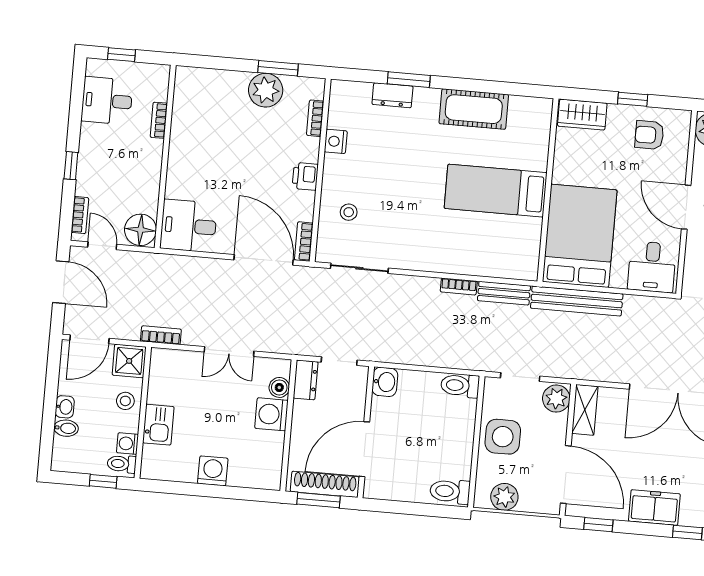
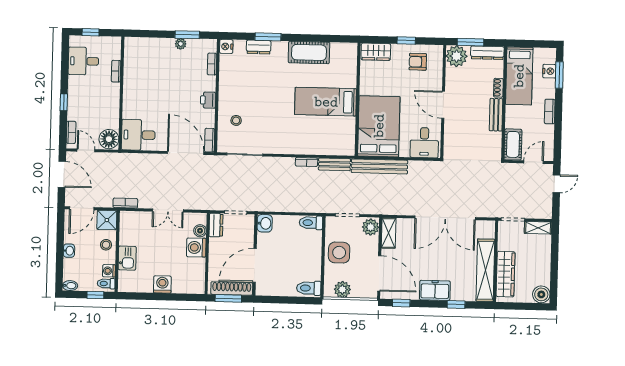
plant: (266, 90) -> (181, 44), width x0.53, depth x0.53
nightstand: (336, 141) -> (226, 46), moved
bidet: (66, 428) -> (70, 286), moved

